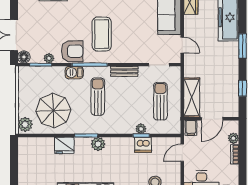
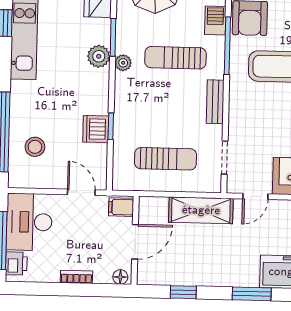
sun lounger: (98, 97) -> (175, 58), turned 180
shelving: (192, 98) -> (201, 210), moved
door: (212, 119) -> (135, 242), swing flipped
floor lamp: (234, 127) -> (120, 277), added
plant: (141, 129) -> (123, 63), moved
plant: (233, 138) -> (103, 275), removed

